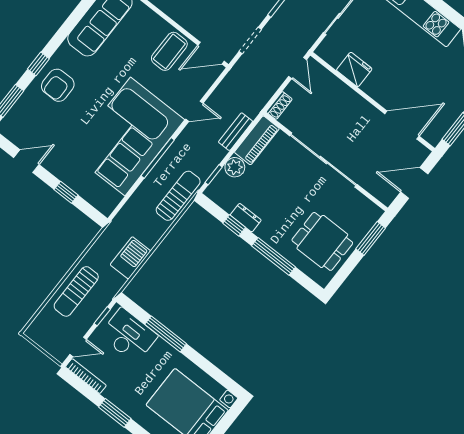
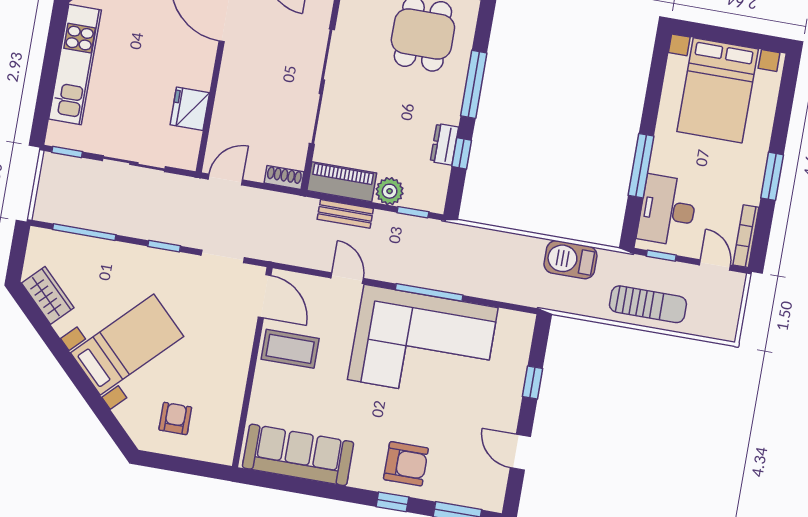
sun lounger: (178, 196) -> (462, 242), removed

